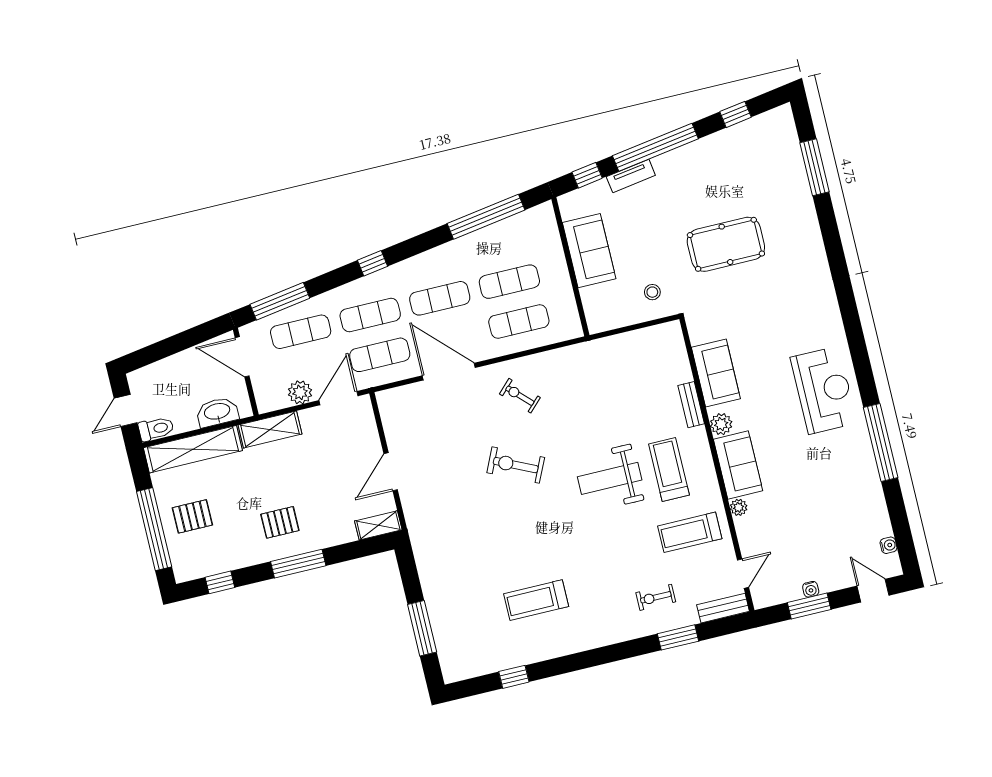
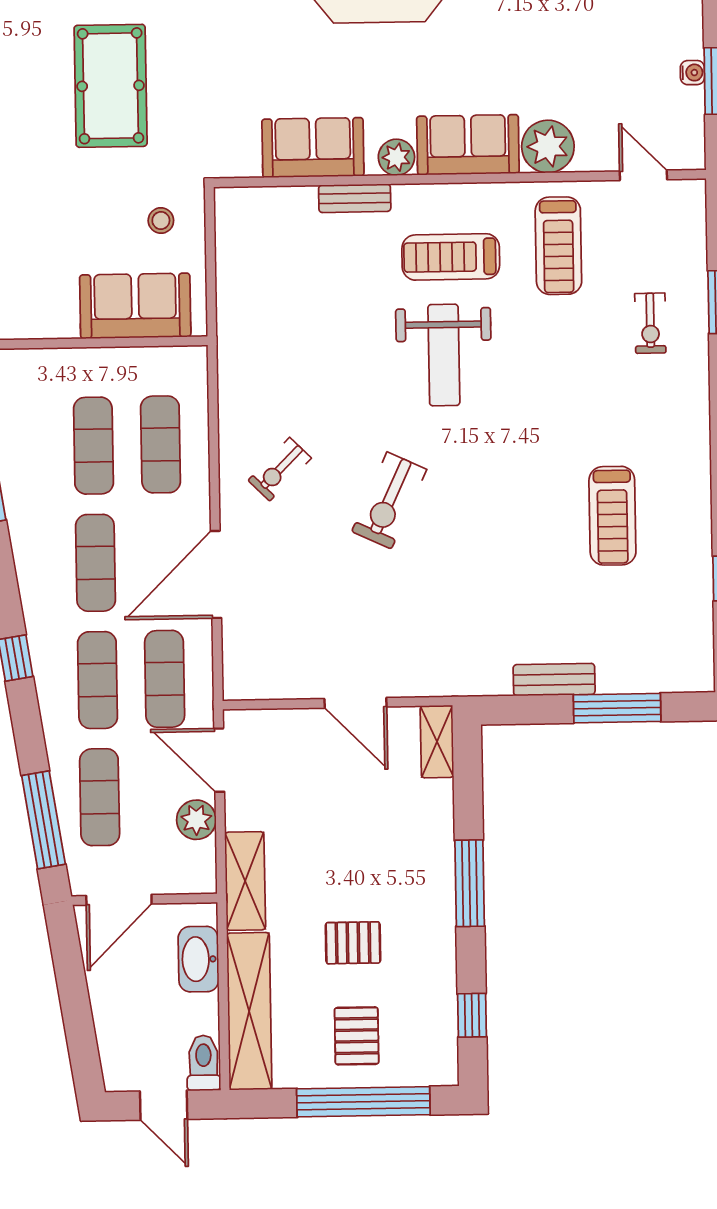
sofa: (589, 251) -> (135, 306), moved
plant: (739, 507) -> (548, 146), width x1.88, depth x1.88
pallet: (280, 522) -> (353, 943), moved, turned 90
bench: (723, 608) -> (554, 680), moved, turned 90

